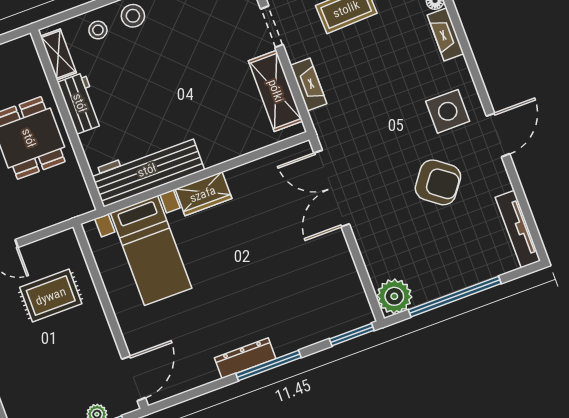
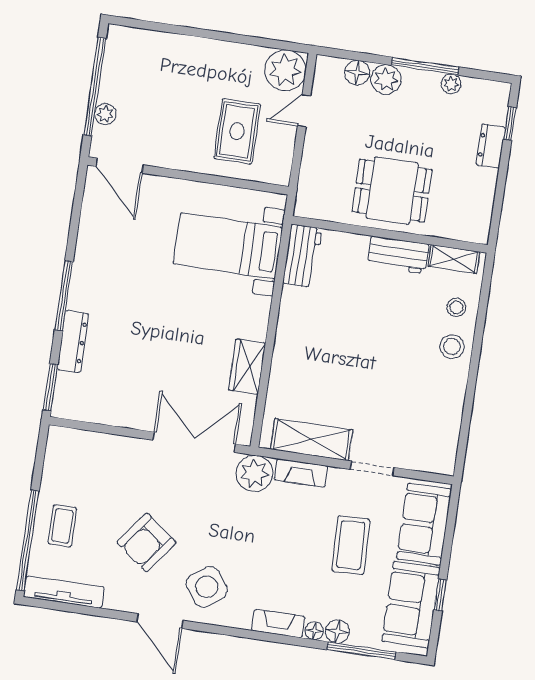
side table: (448, 111) -> (207, 587), turned -36
workbench: (147, 170) -> (302, 256), width x0.53, depth x0.76
wardrobe: (203, 194) -> (247, 367), moved
coffee table: (463, 261) -> (62, 526), added
plant: (394, 296) -> (254, 473), moved
window: (455, 297) -> (28, 540), moved
dresser: (245, 358) -> (73, 342), moved

